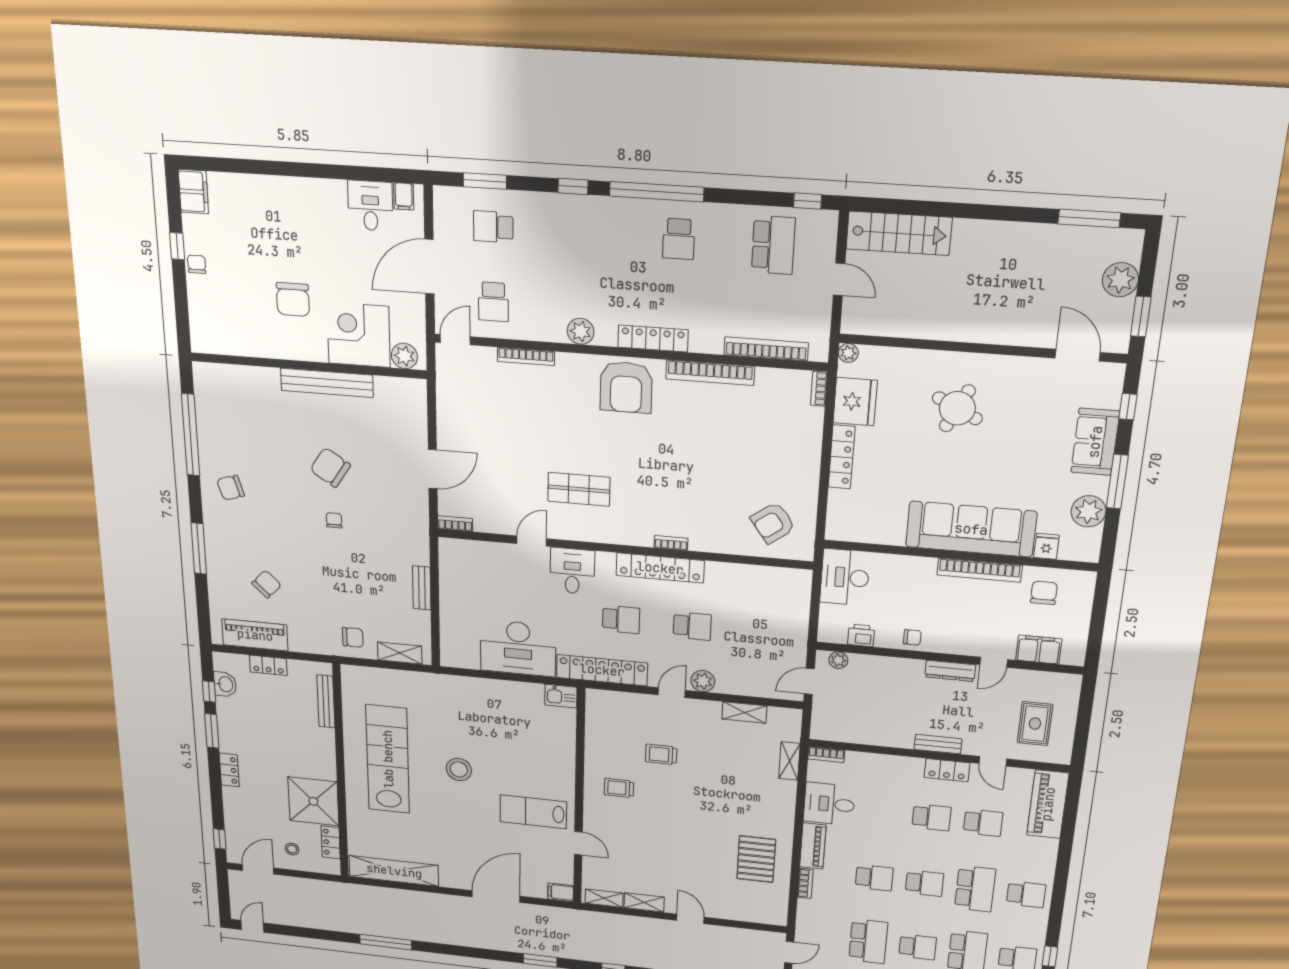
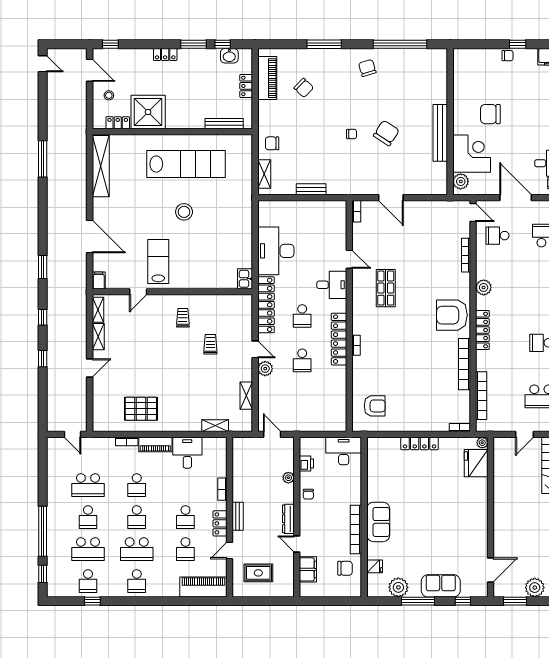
fridge: (855, 402) -> (476, 463), moved, turned 90
round table: (957, 408) -> (454, 507), removed
armchair: (773, 523) -> (375, 406), turned 126
sofa: (971, 529) -> (378, 522), width x0.54, depth x0.79
chair: (353, 637) -> (272, 143), turned 90
plant: (838, 660) -> (288, 478), moved
bookcase: (826, 755) -> (222, 489), moved

